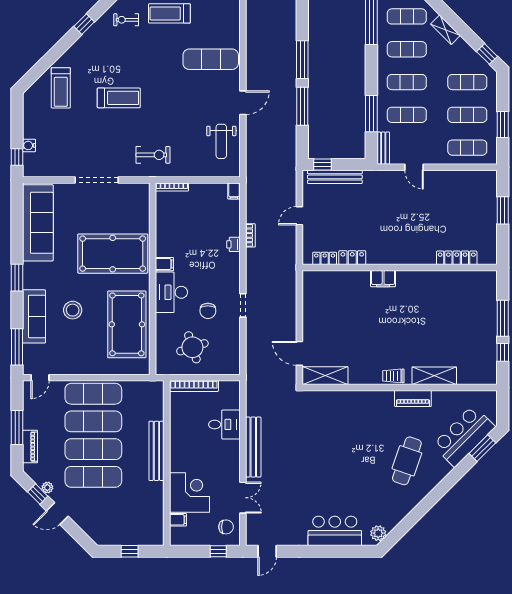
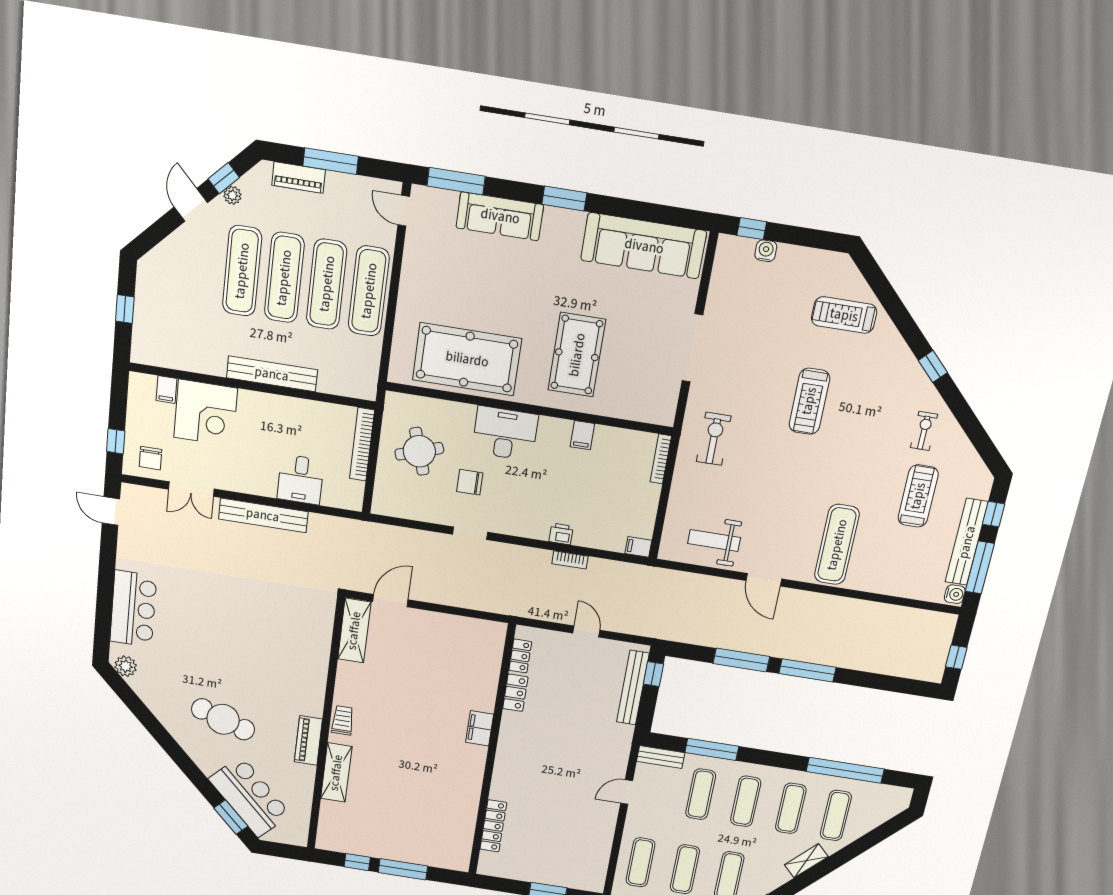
exercise bike: (153, 155) -> (714, 439), turned 180
pool table: (113, 254) -> (577, 355), width x0.73, depth x0.76
filing cabinet: (164, 264) -> (582, 435), moved
stool: (73, 310) -> (501, 279), removed

